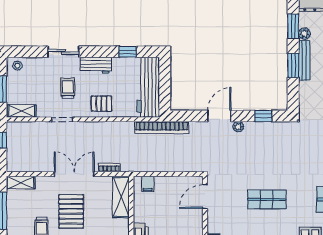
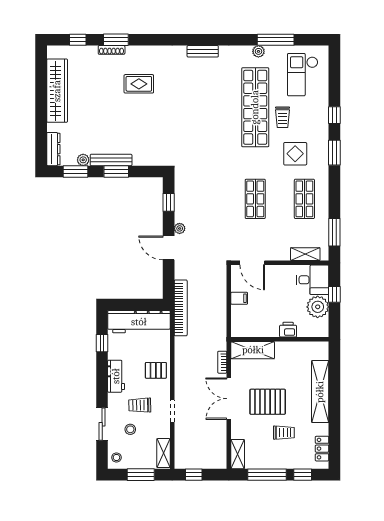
sliding door: (64, 52) -> (102, 424), moved
stool: (45, 79) -> (130, 429), added
pallet: (101, 104) -> (156, 370), turned 90
filing cabinet: (148, 184) -> (239, 298), moved

